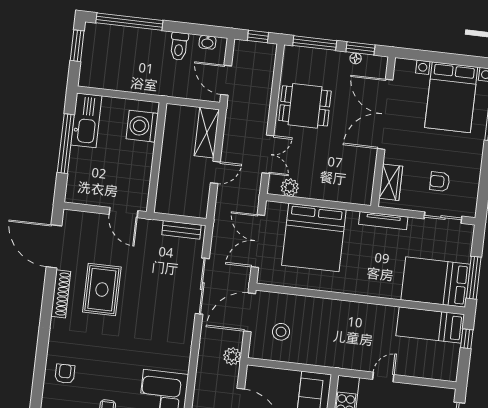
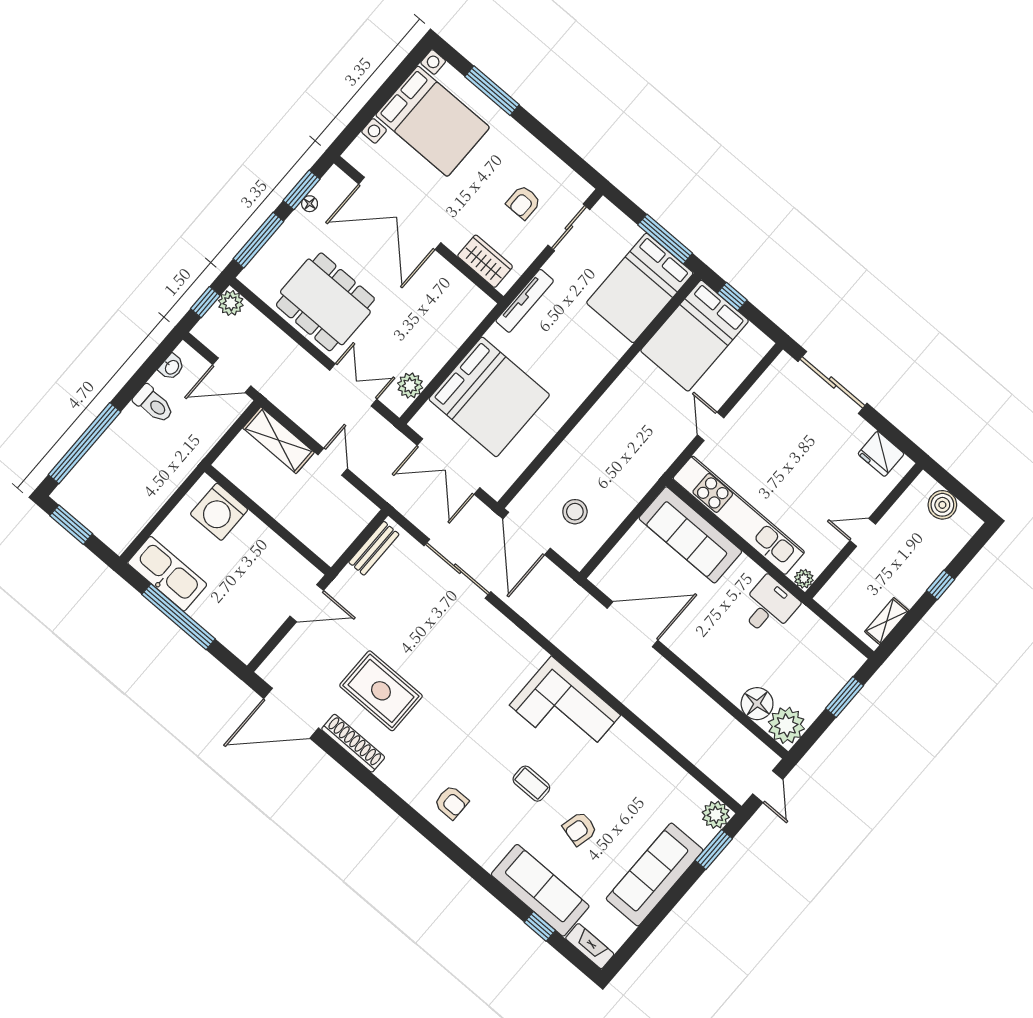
dining table: (305, 106) -> (325, 302), width x1.38
bed: (430, 325) -> (695, 336), width x1.50
plant: (232, 356) -> (231, 303), moved
armchair: (65, 374) -> (451, 802), turned 180

